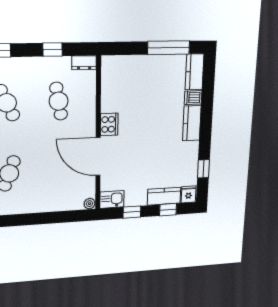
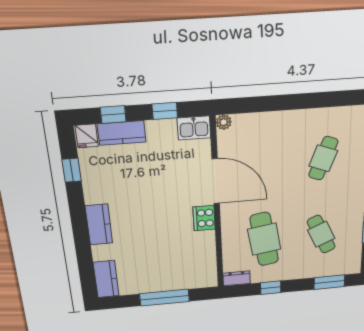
window: (169, 48) -> (165, 298), moved
dishwasher: (193, 98) -> (103, 253), removed
cafe table: (59, 101) -> (264, 239), width x1.37, depth x1.35

